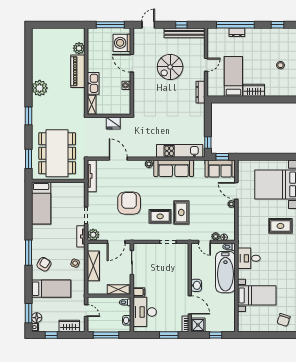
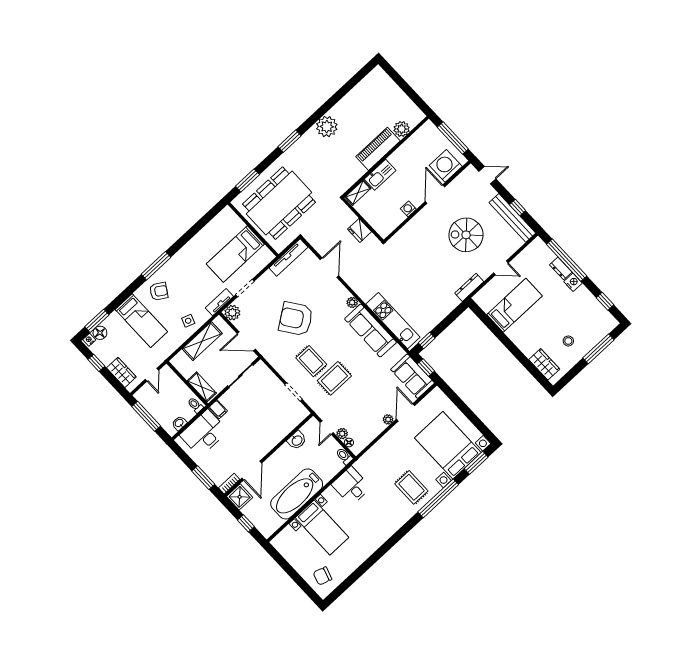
nightstand: (251, 33) -> (573, 282), added
wardrobe: (254, 90) -> (544, 364), moved
bed: (41, 203) -> (235, 254), moved
armchair: (129, 203) -> (296, 319), turned -125
bathtub: (225, 272) -> (297, 494), moved
washbasin: (196, 285) -> (297, 440), moved

